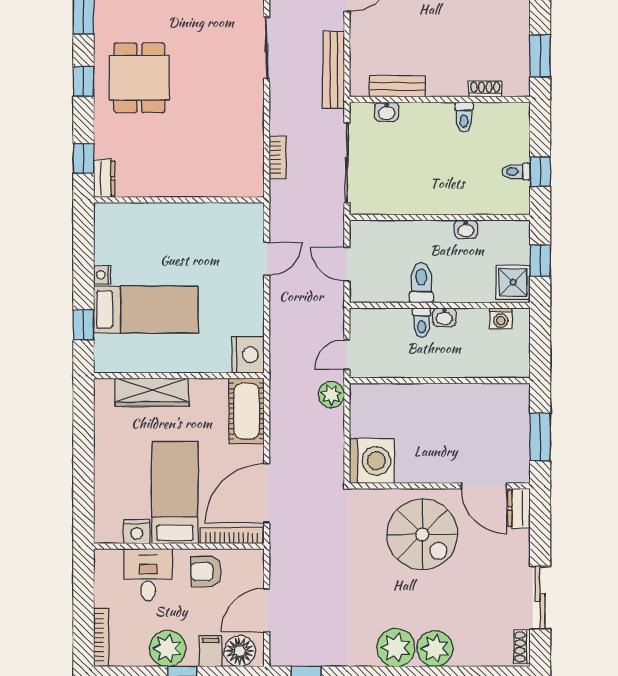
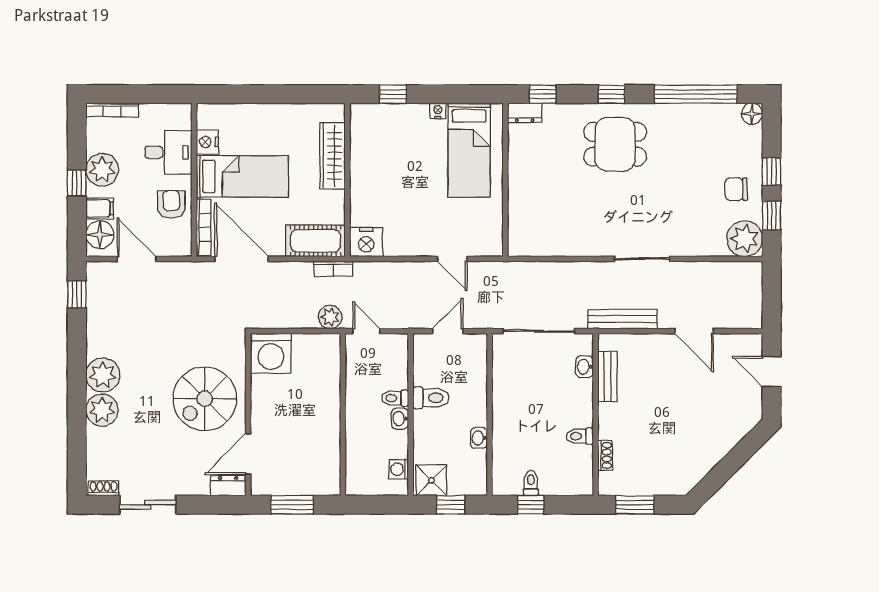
bookcase: (278, 157) -> (333, 269), moved
bed: (146, 310) -> (469, 150), moved

